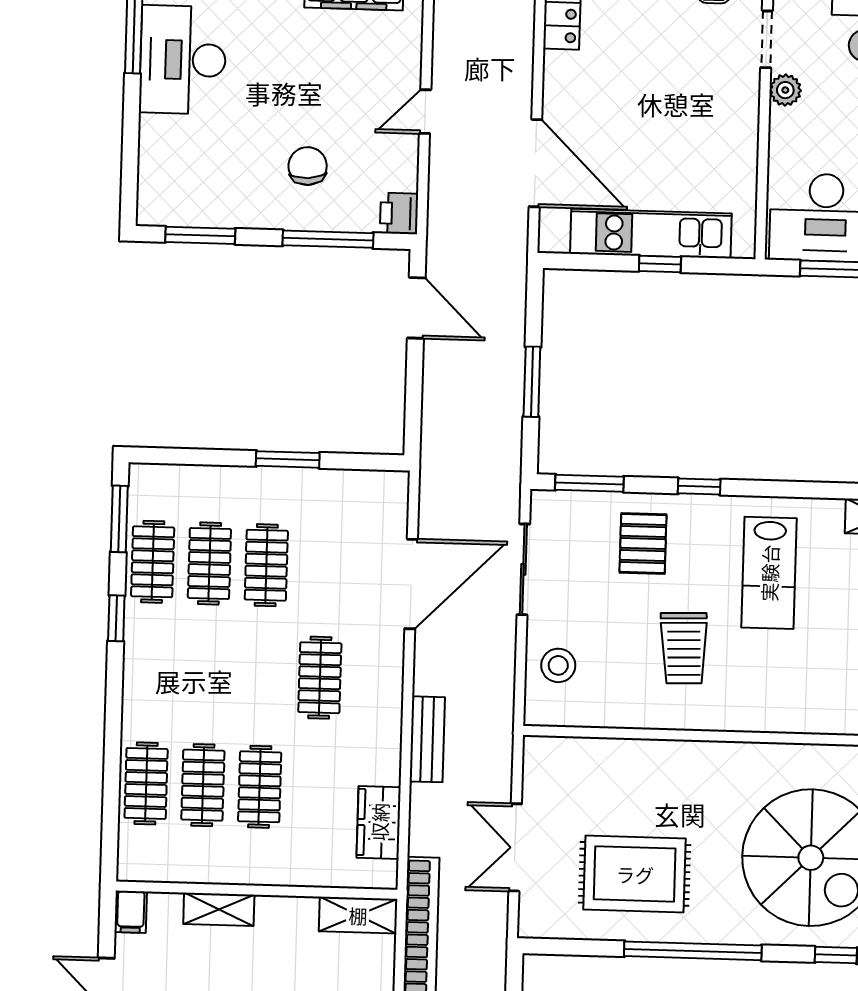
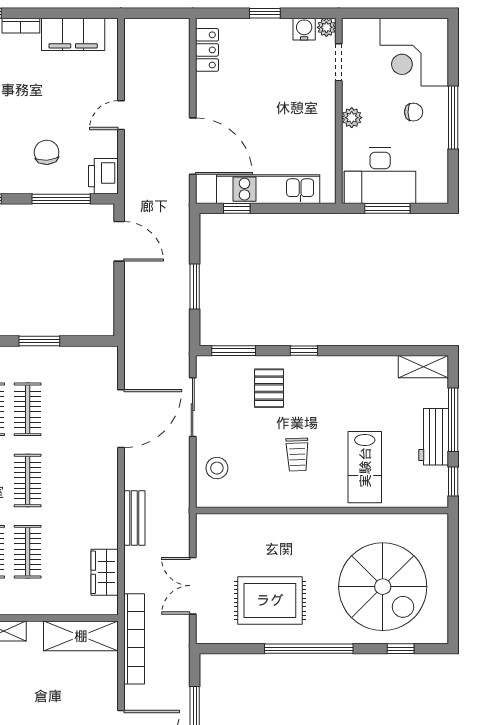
plant: (785, 90) -> (352, 118), moved
printer: (399, 213) -> (103, 176), width x1.36, depth x1.24
window: (660, 264) -> (237, 208), moved
lab bench: (769, 573) -> (365, 467), moved
trolley: (684, 648) -> (297, 455), width x0.73, depth x0.72
clothes rail: (320, 678) -> (28, 480), moved
shelving: (358, 915) -> (81, 636), width x1.50, depth x1.33

